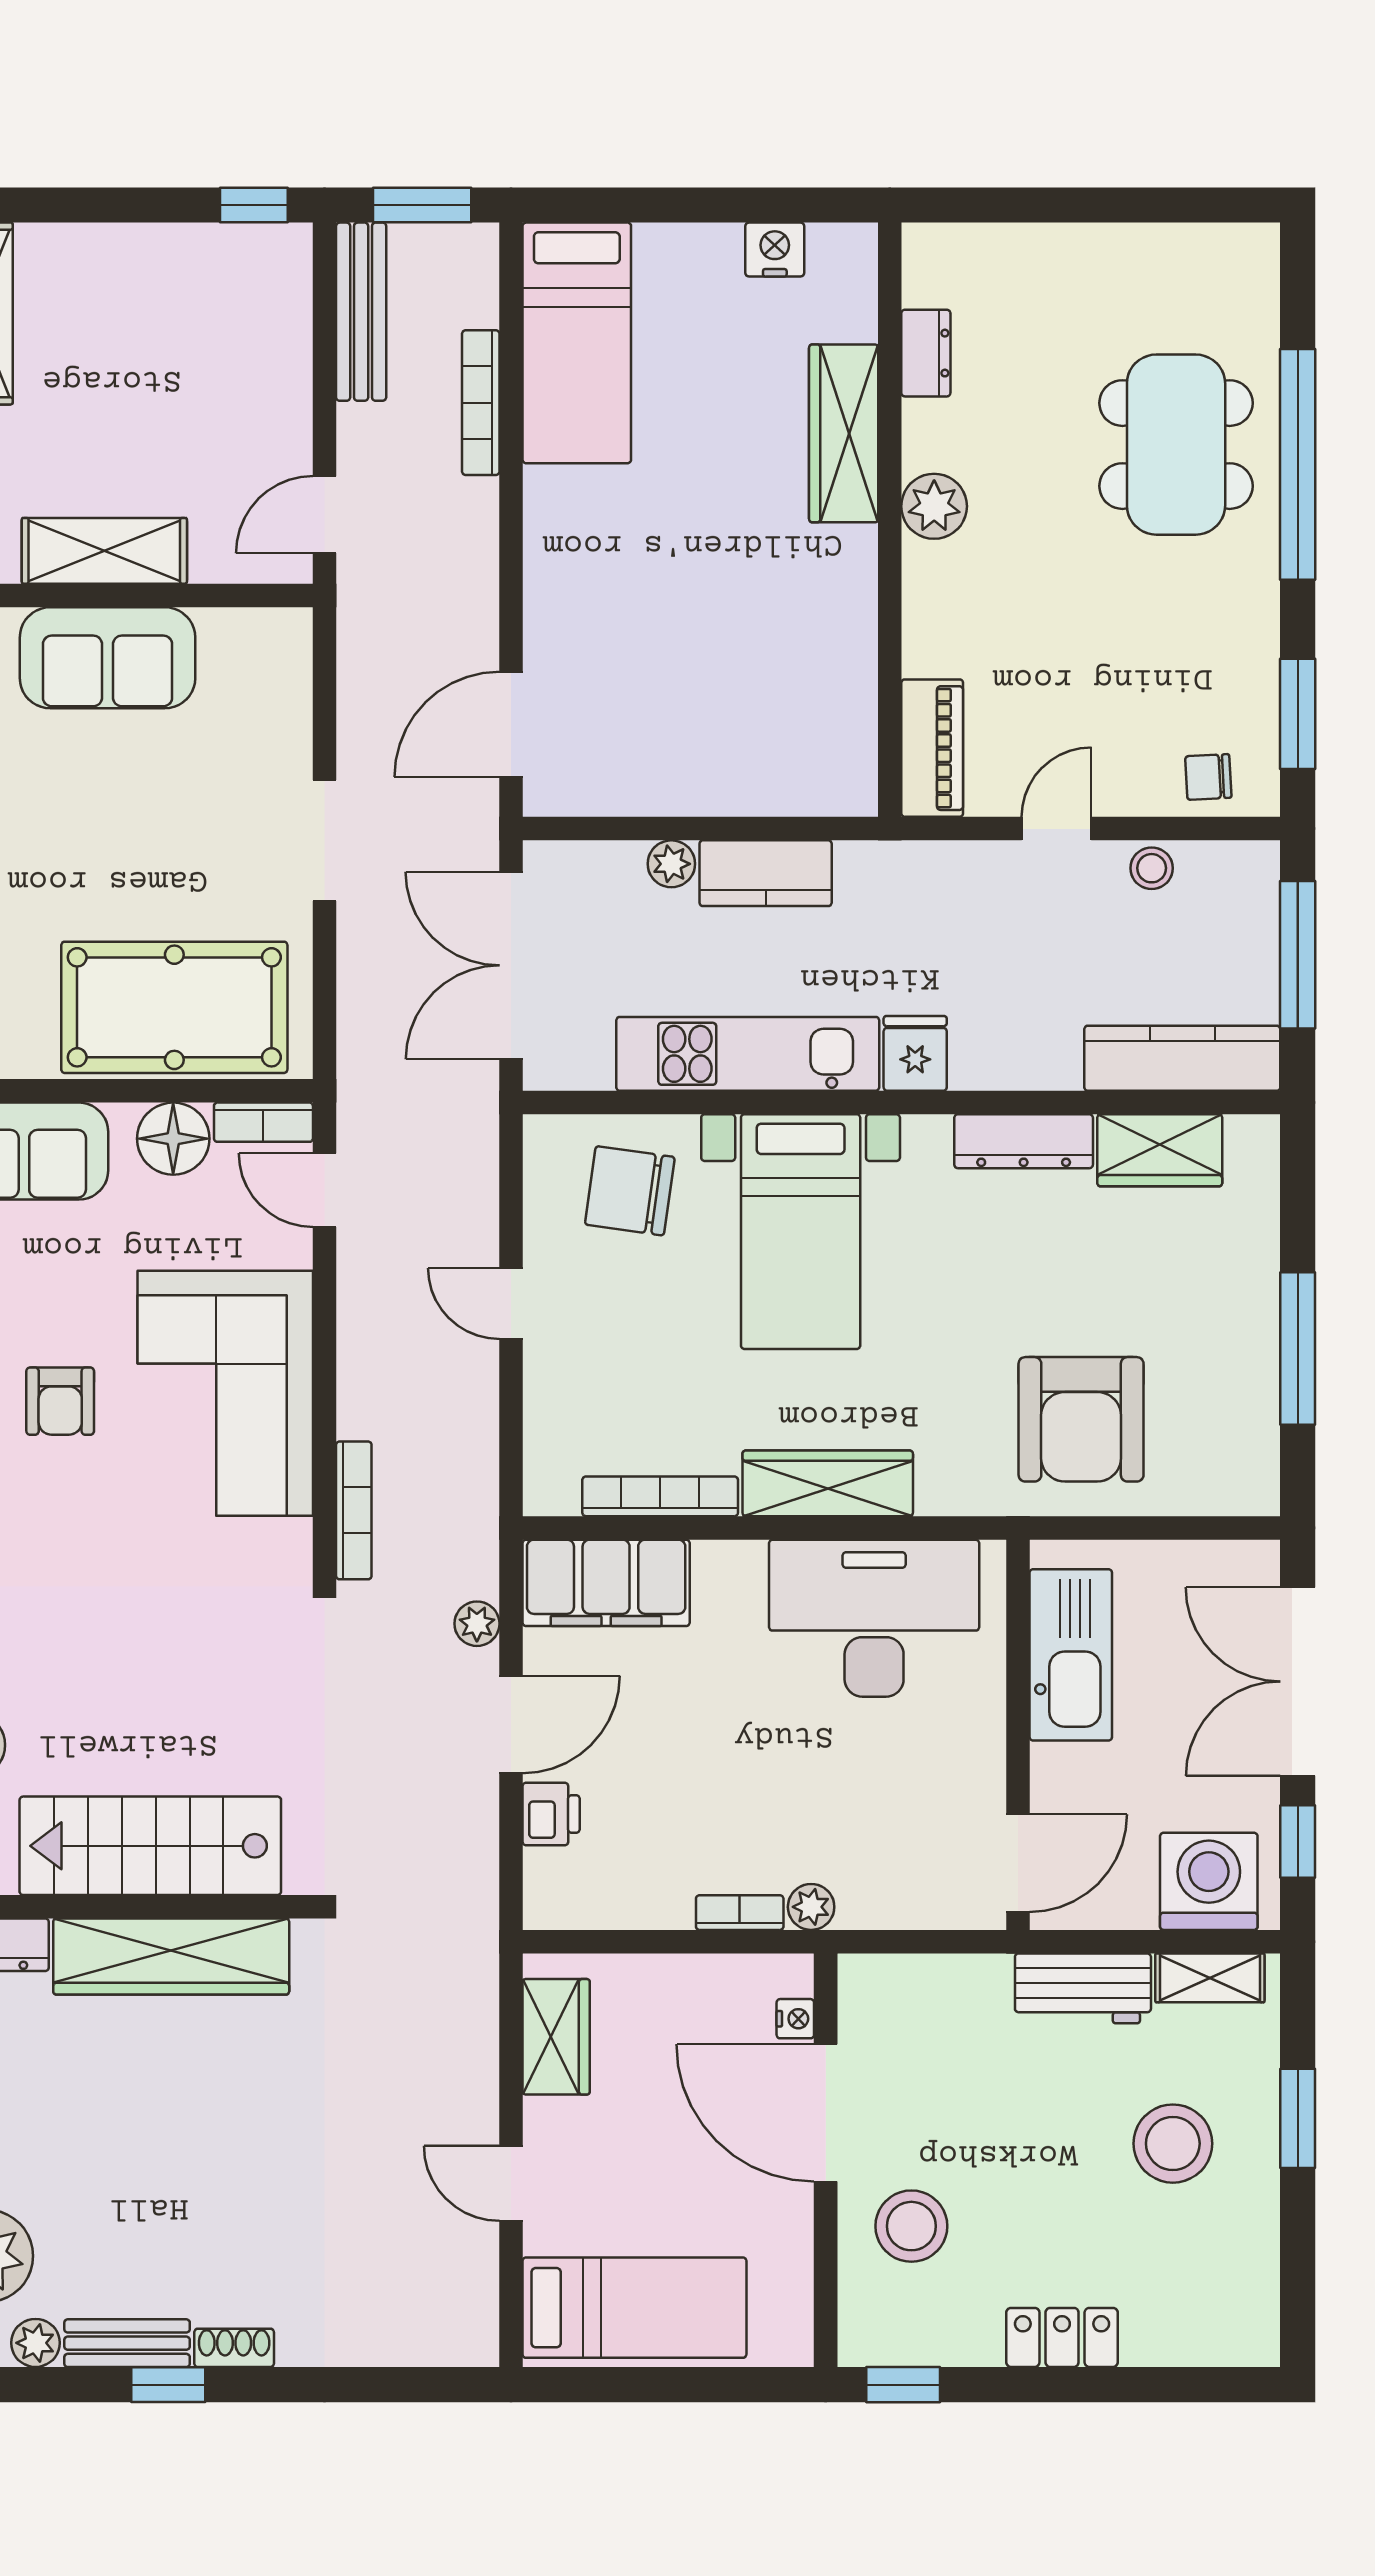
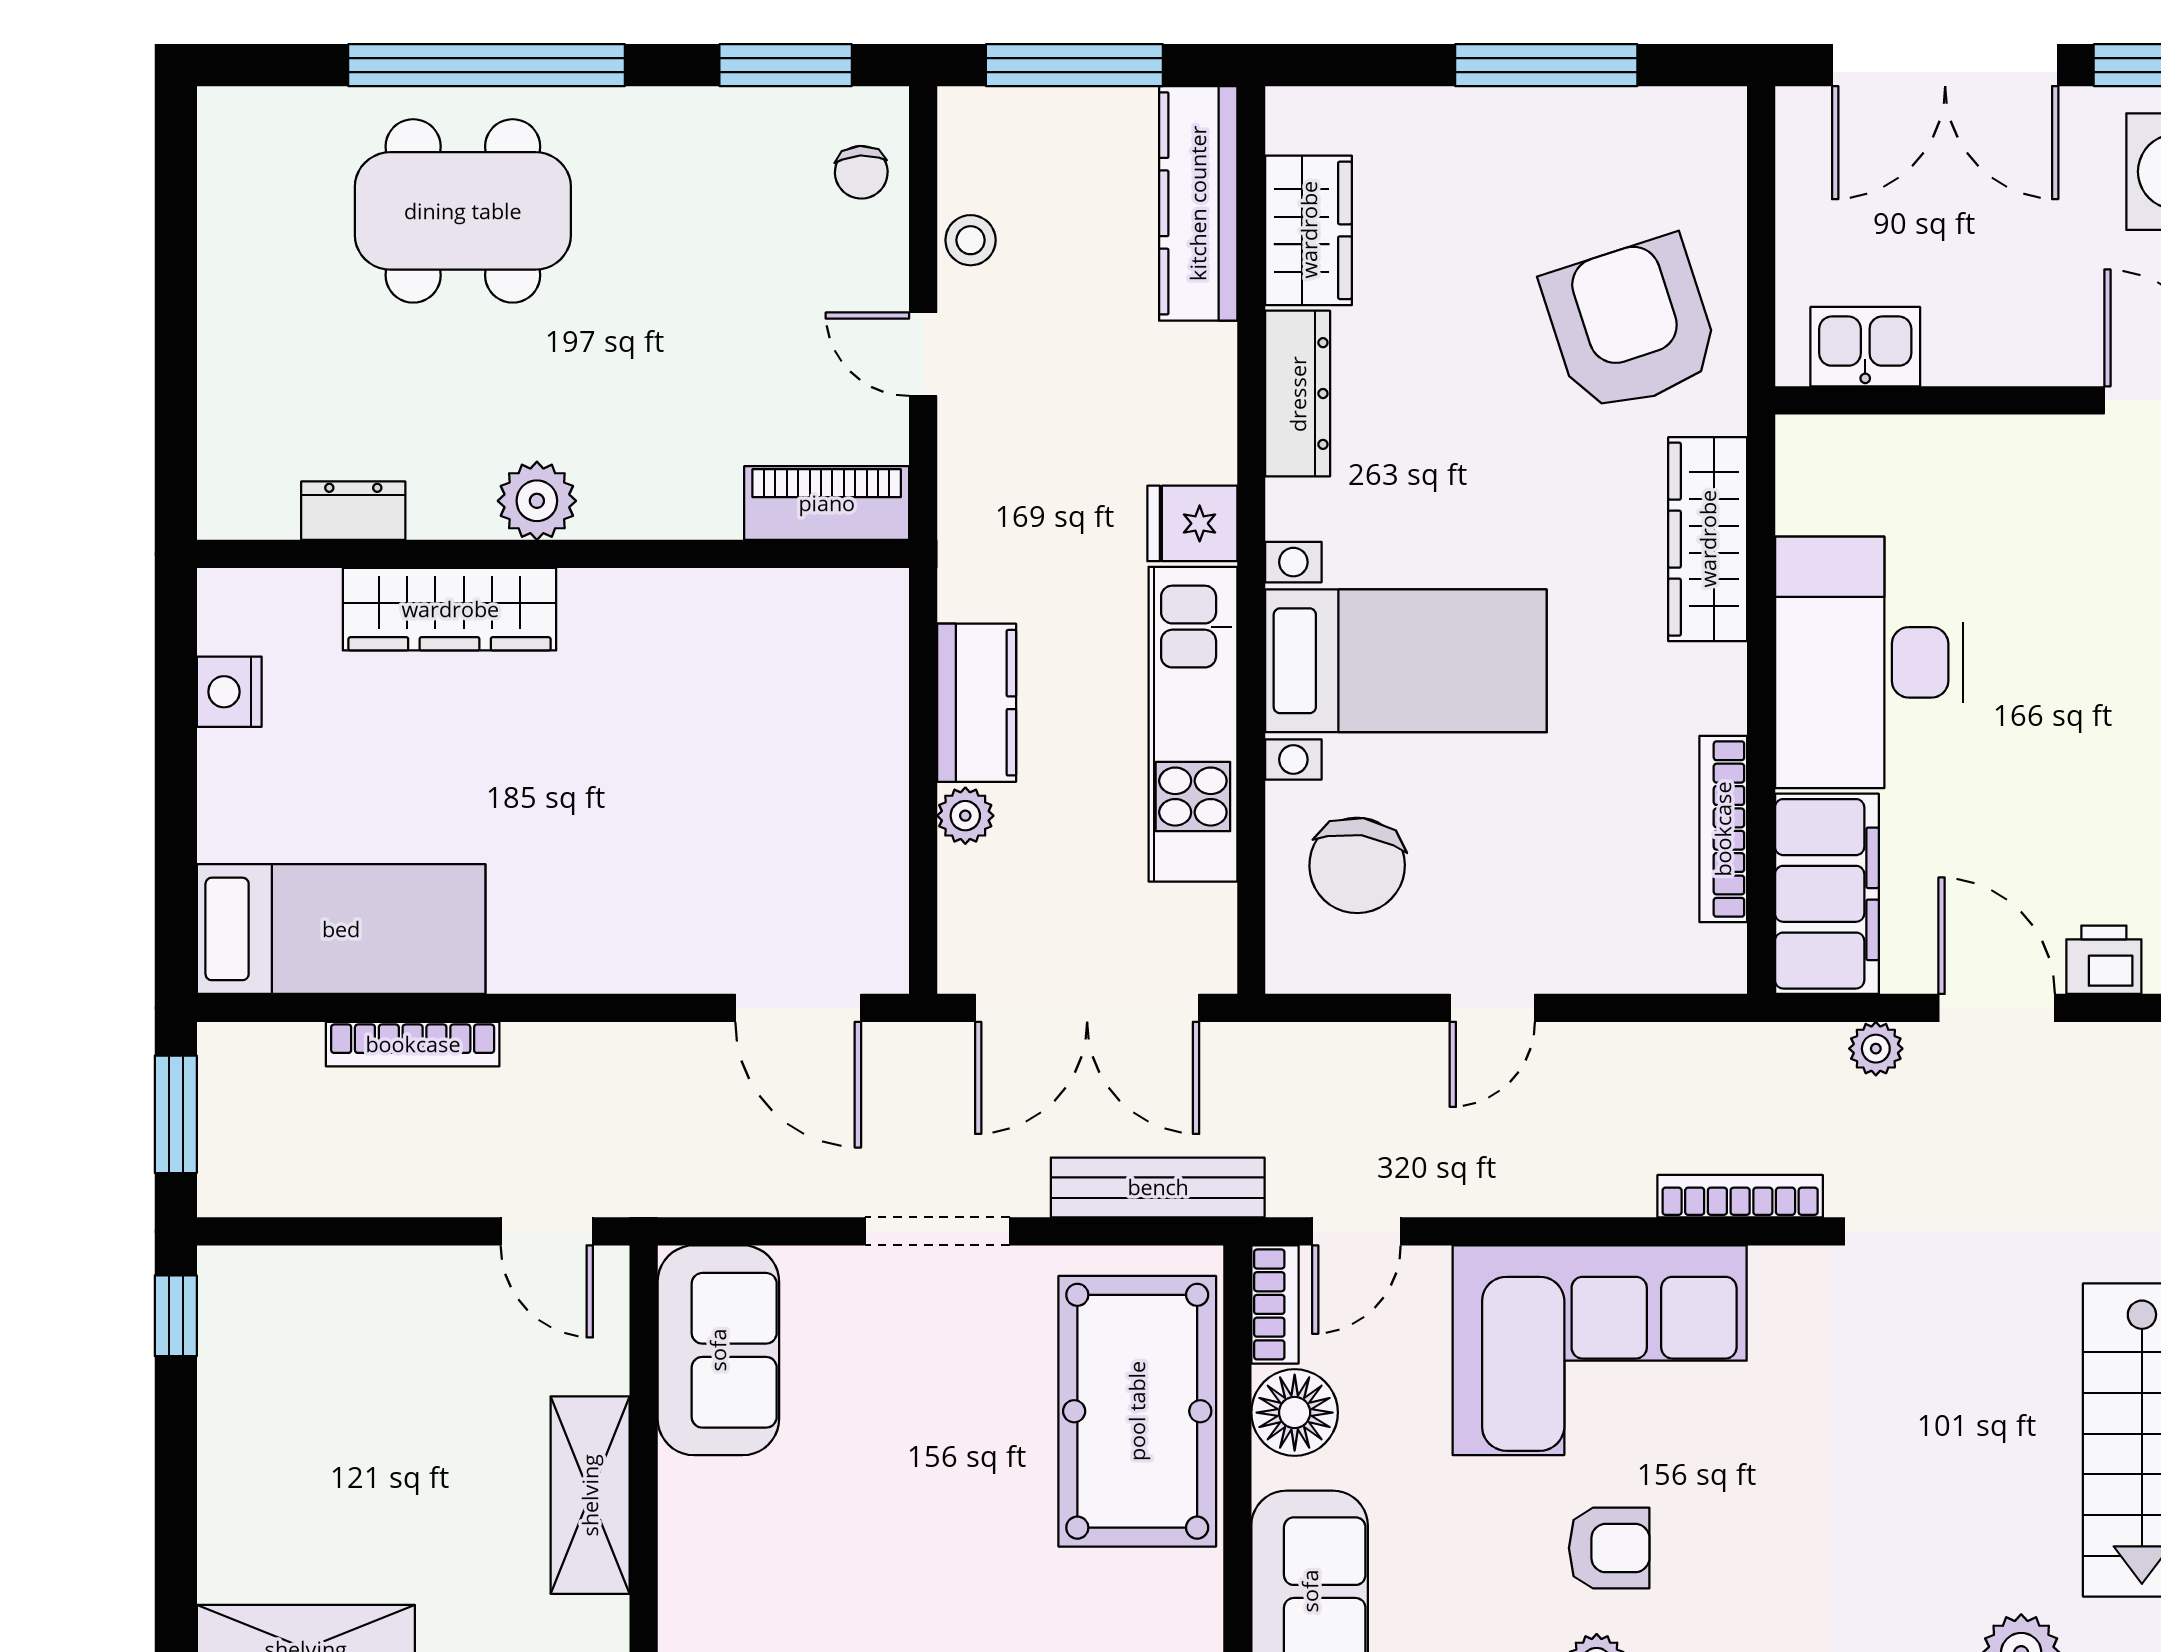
bench: (361, 312) -> (1158, 1187), moved
sofa: (108, 658) -> (718, 1350), moved
armchair: (1081, 1419) -> (1631, 325), turned -108
wardrobe: (828, 1483) -> (1708, 539), moved
desk: (874, 1618) -> (1869, 662), moved
kitchen sink: (1071, 1655) -> (1865, 347), width x0.53, depth x0.81

